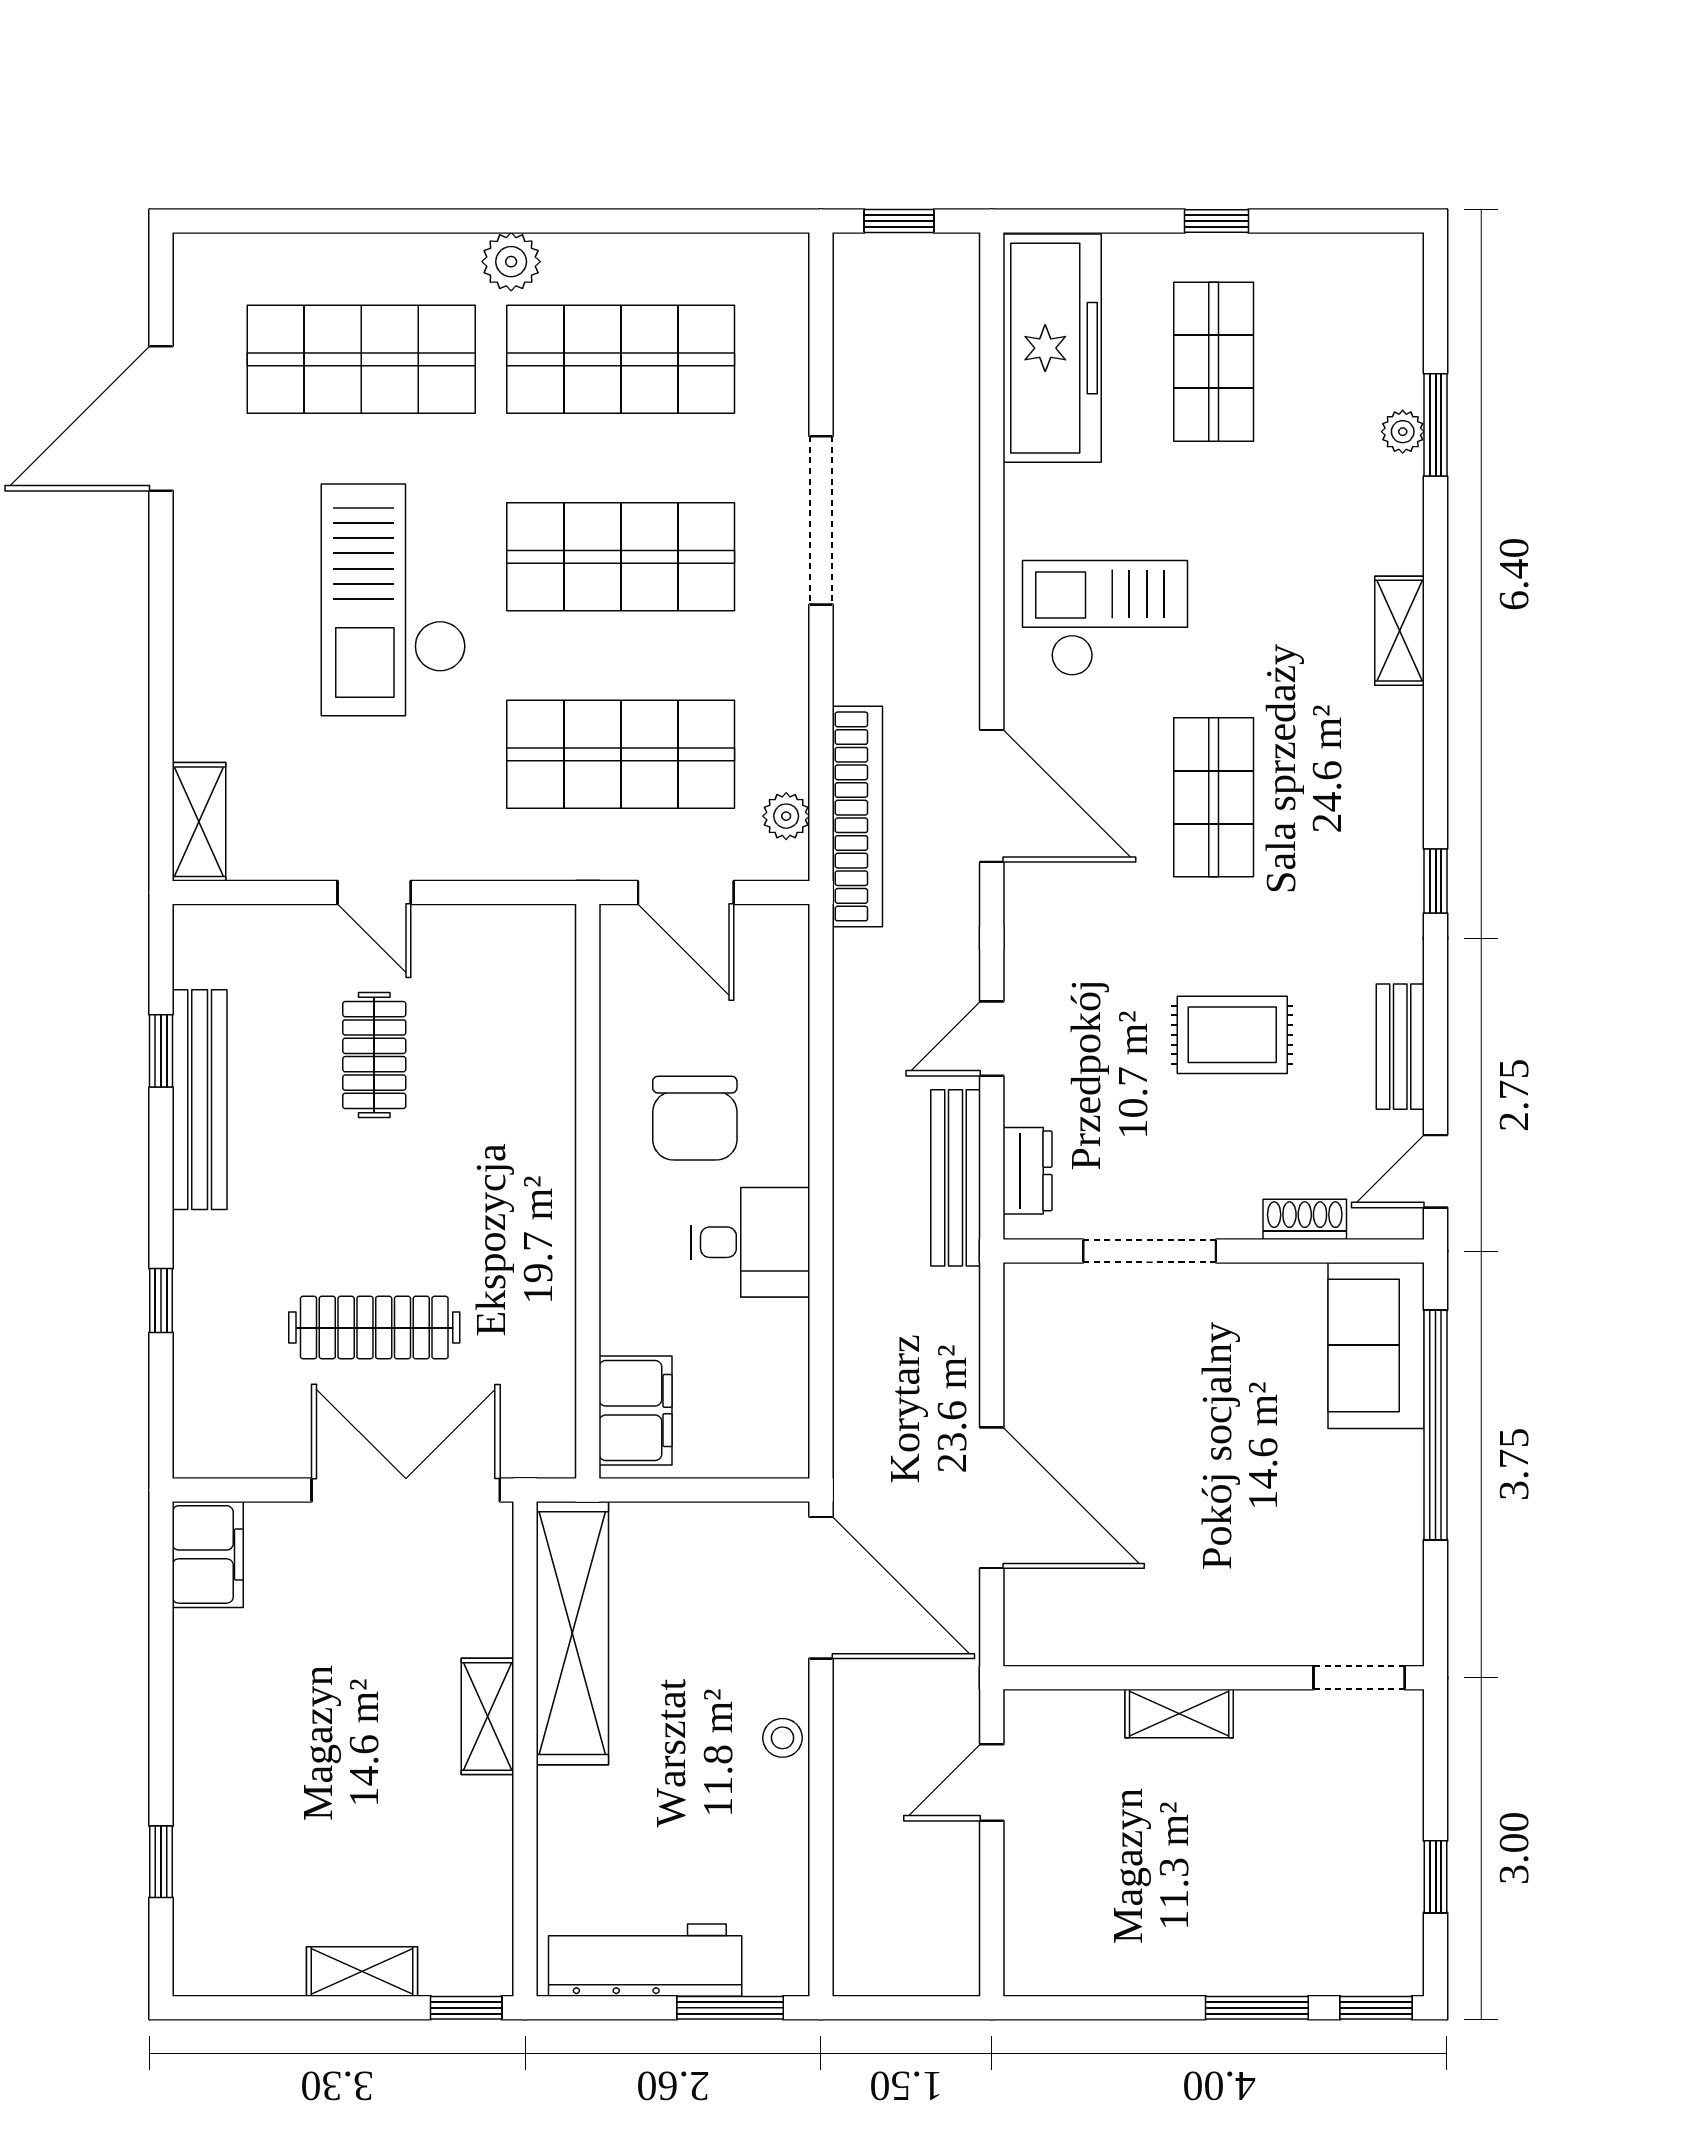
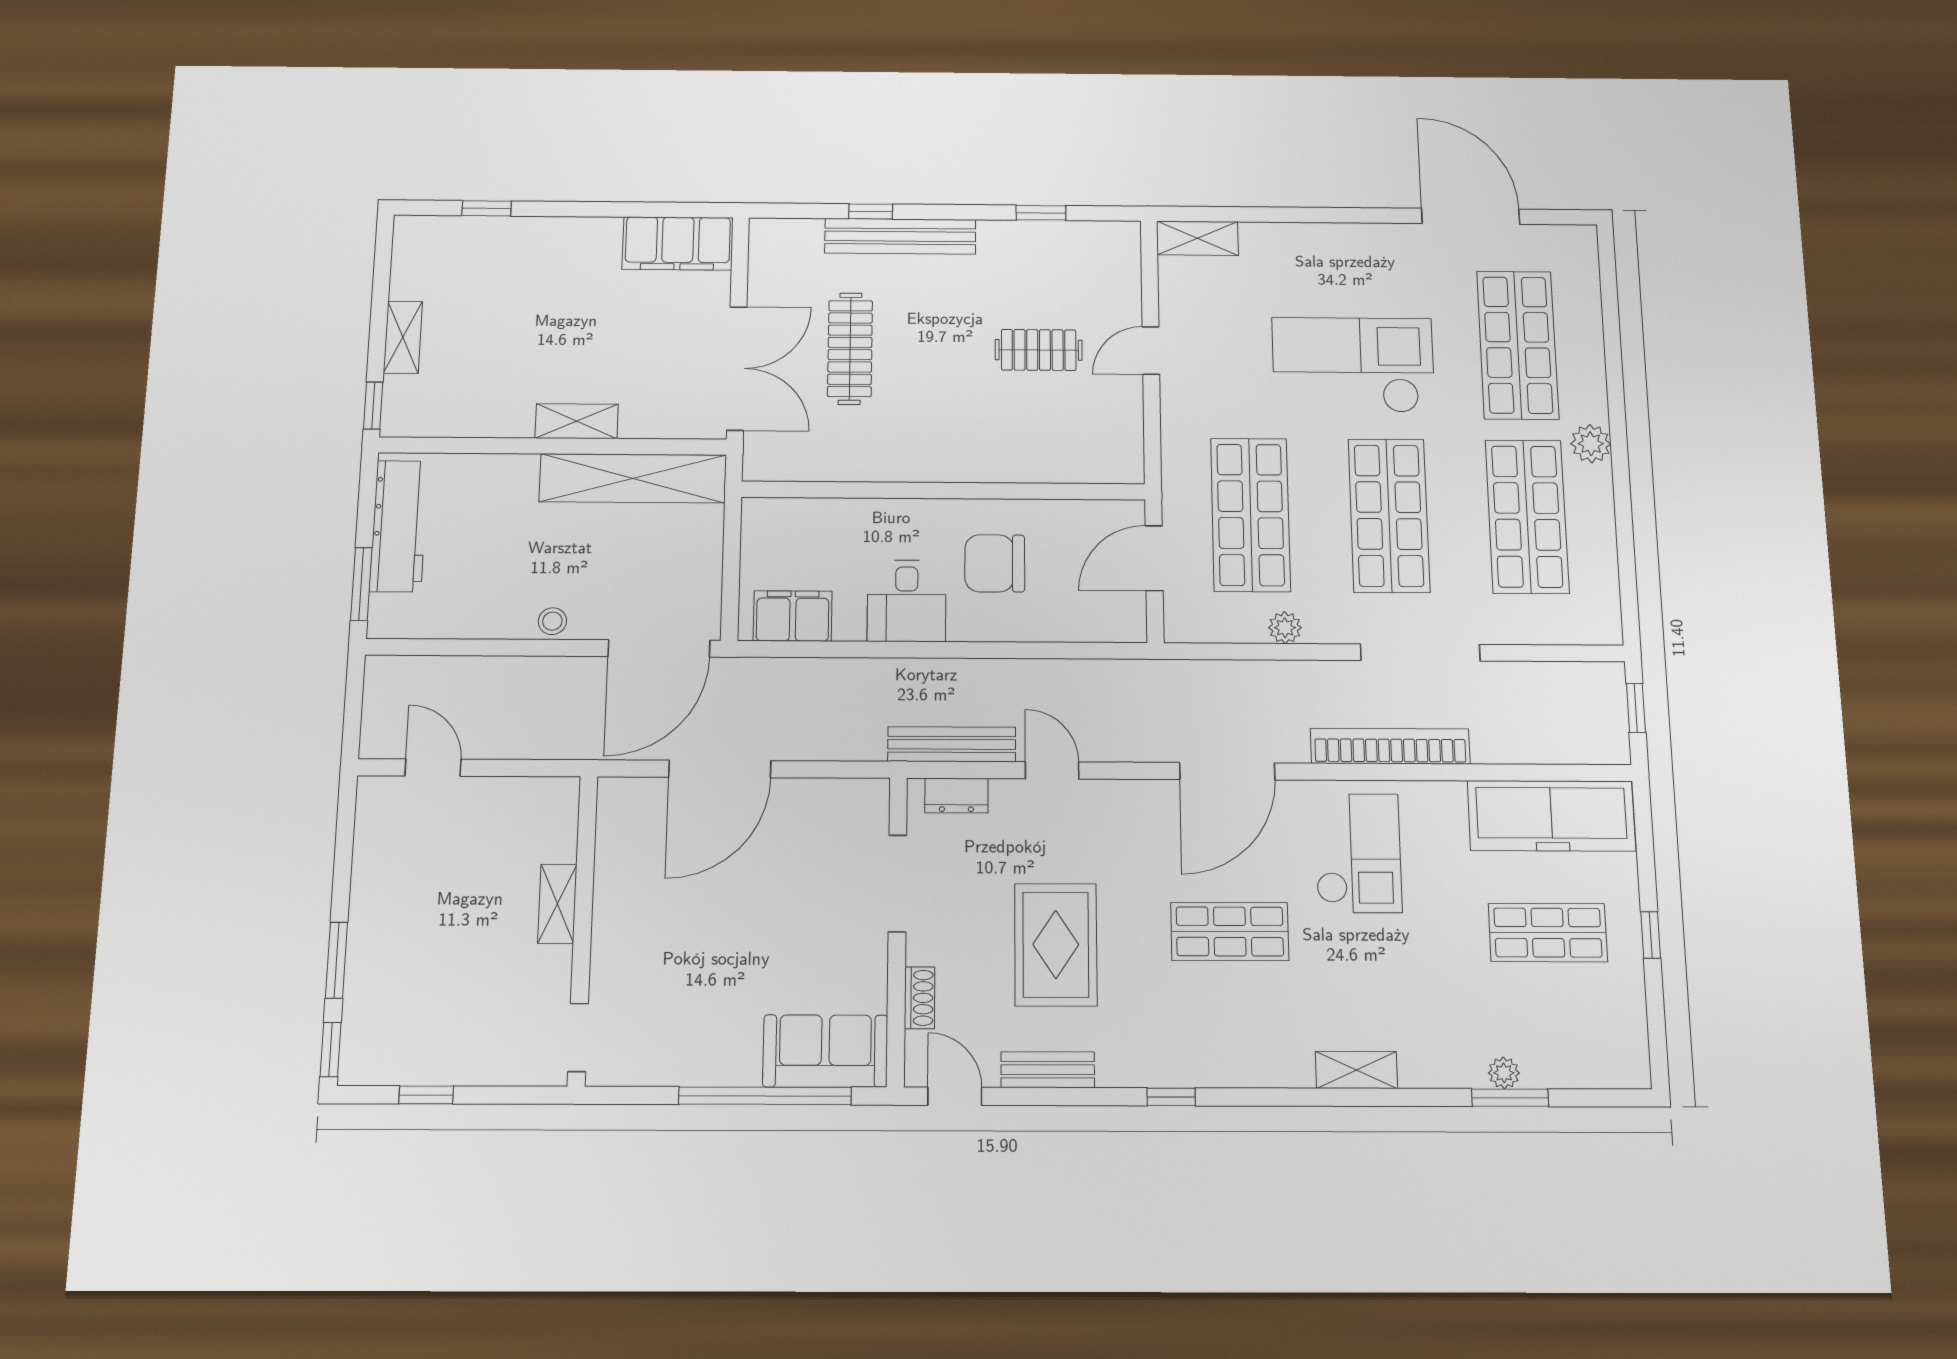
plant: (786, 816) -> (1285, 628), moved
bookcase: (857, 816) -> (1390, 746), moved, turned 180
rug: (1232, 1035) -> (1056, 945), width x1.36, depth x1.43
bench: (200, 1100) -> (900, 236), moved
filing cabinet: (635, 1411) -> (793, 616), moved, turned 180
filing cabinet: (208, 1554) -> (678, 243), width x1.50, depth x1.17
door: (992, 1783) -> (433, 768), moved

